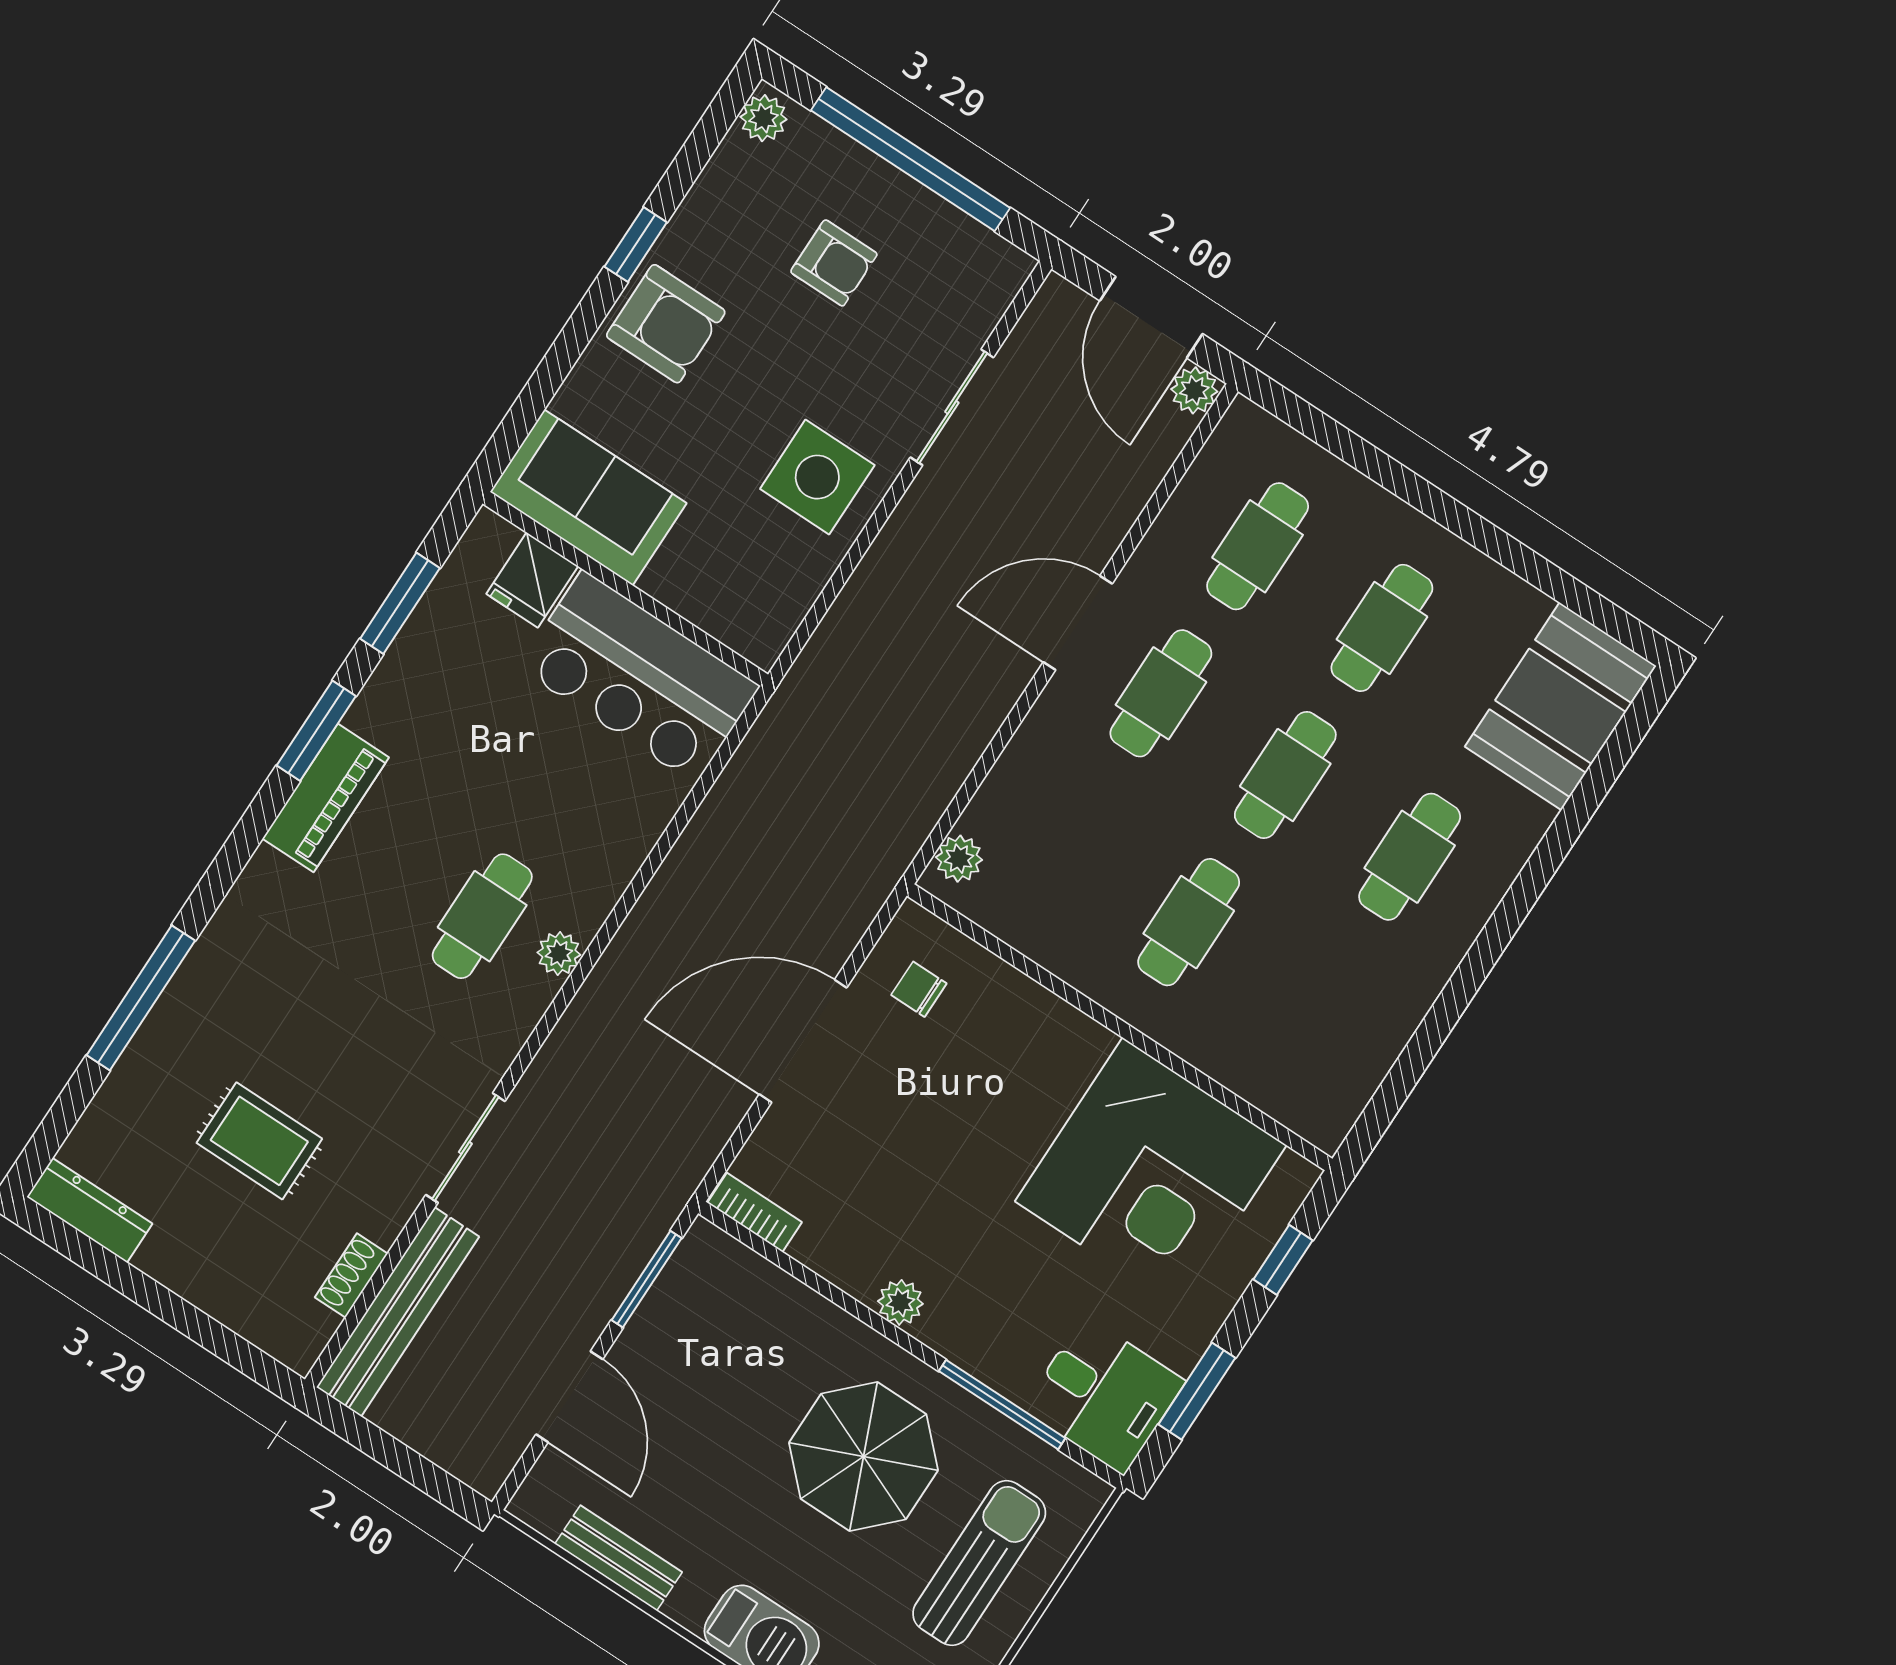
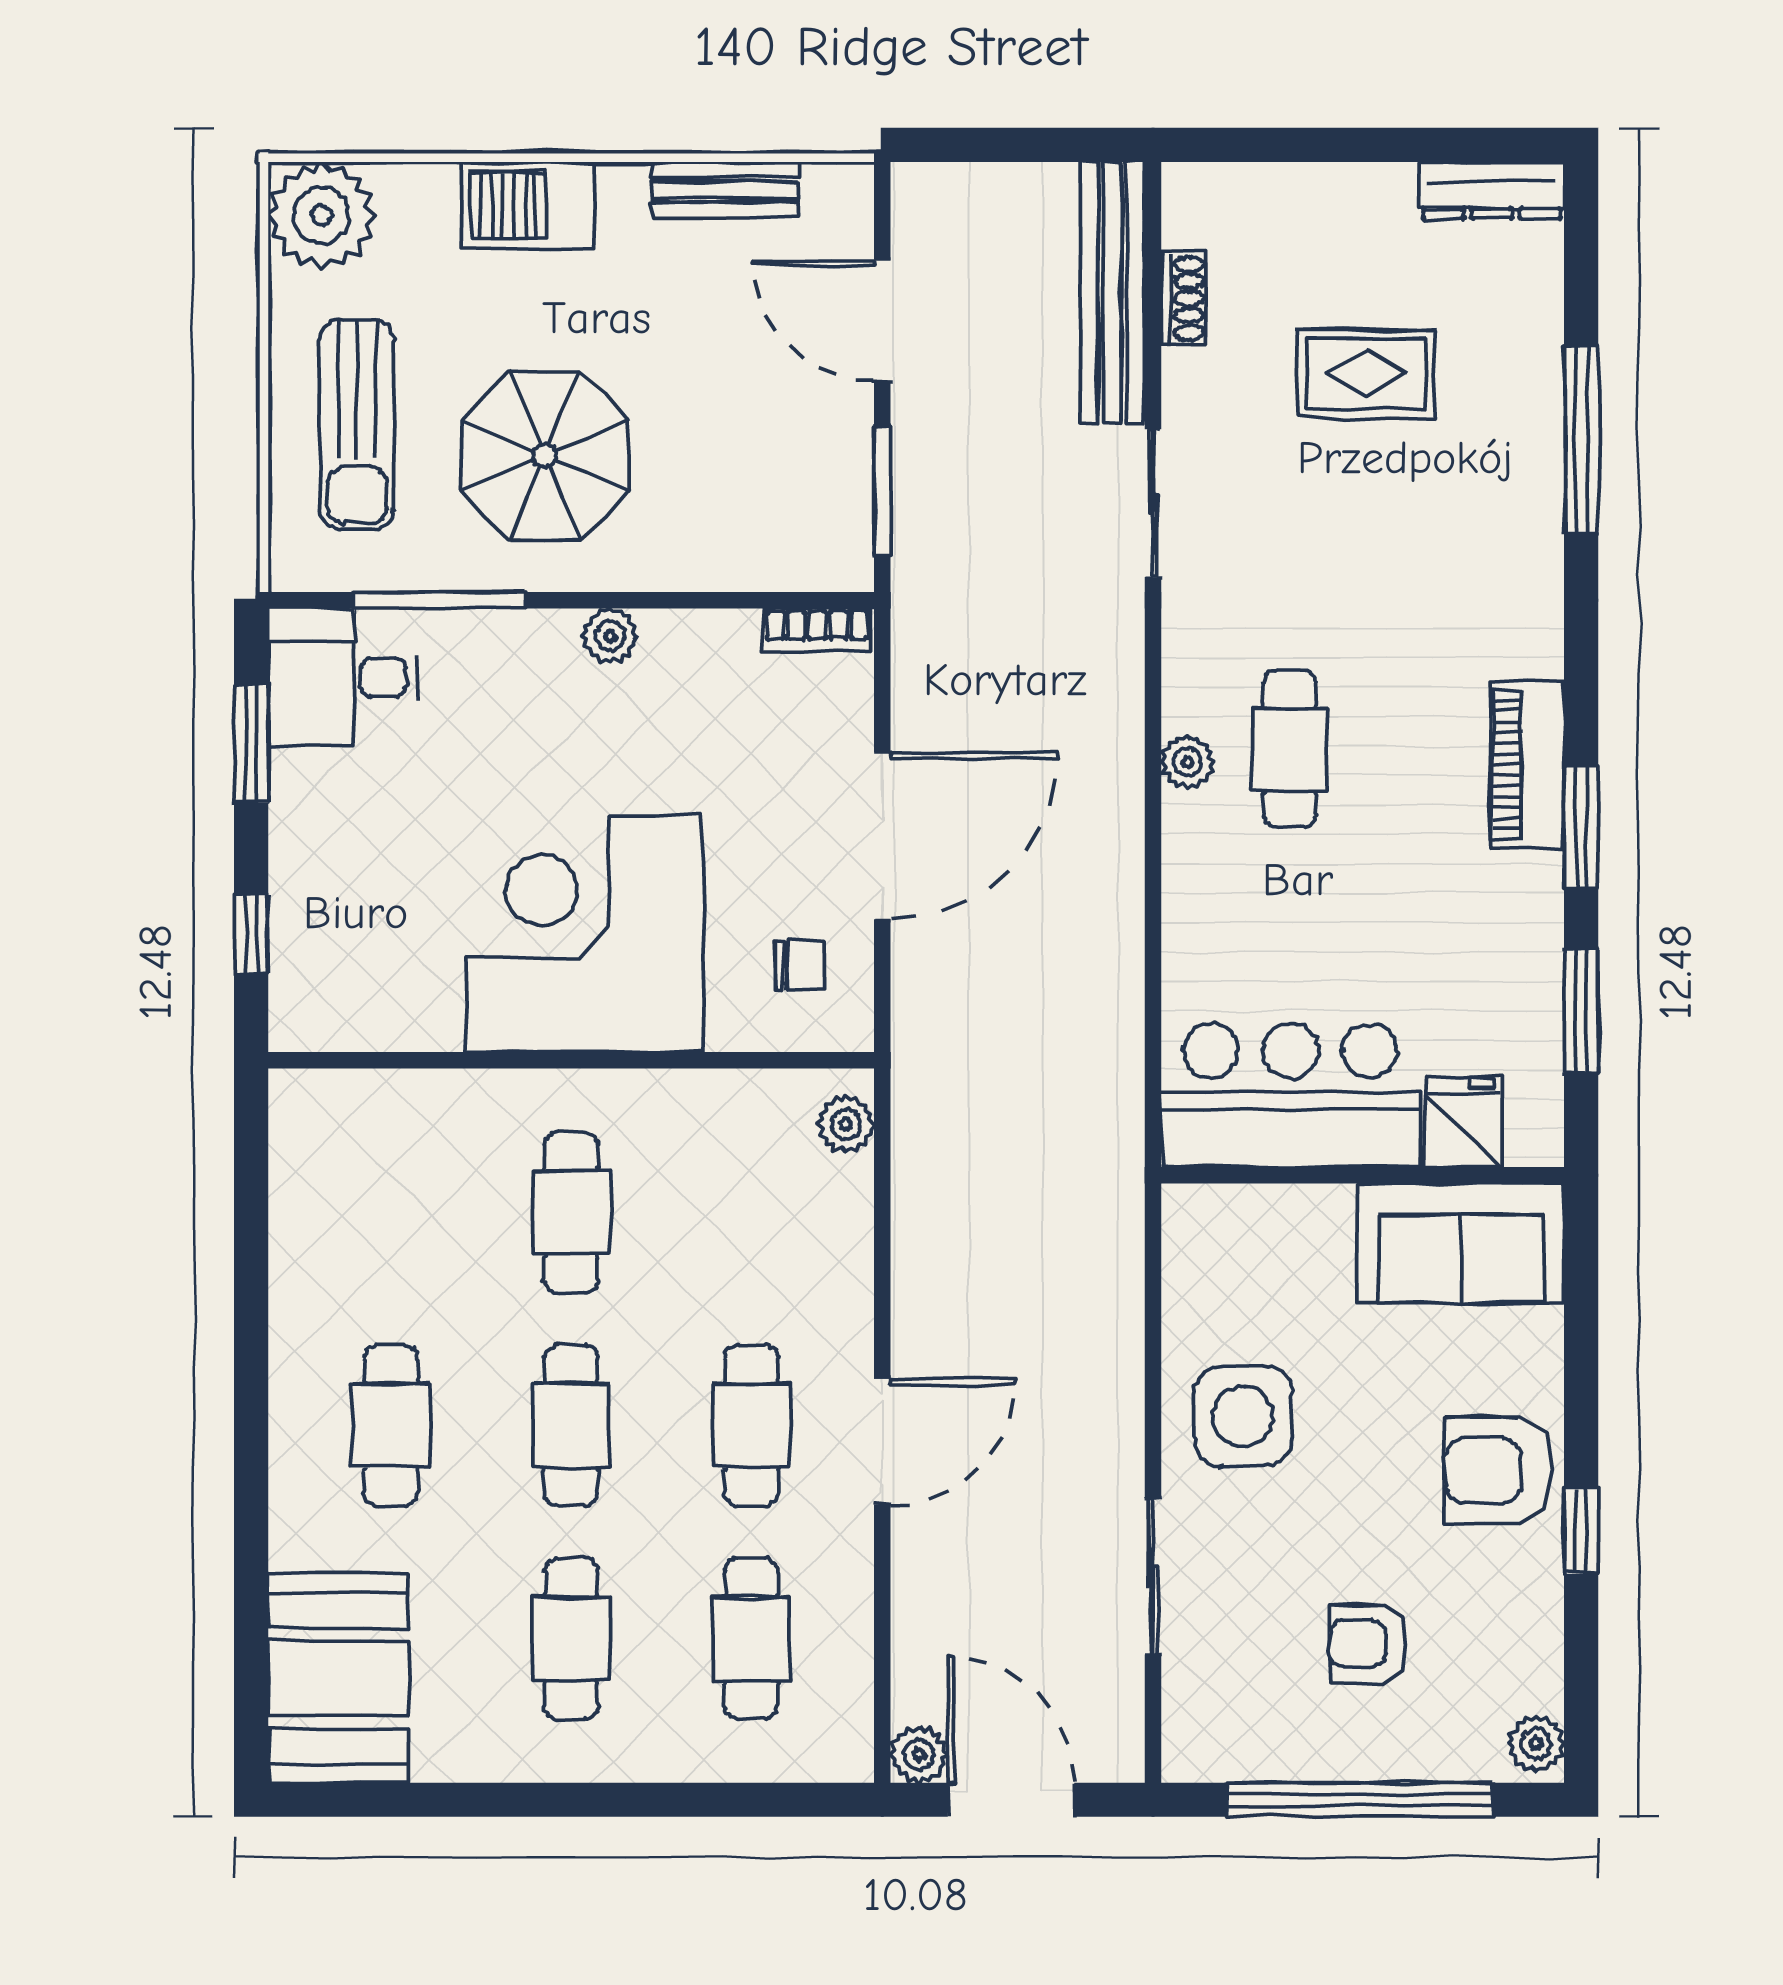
corner desk: (1151, 1173) -> (584, 933), moved

